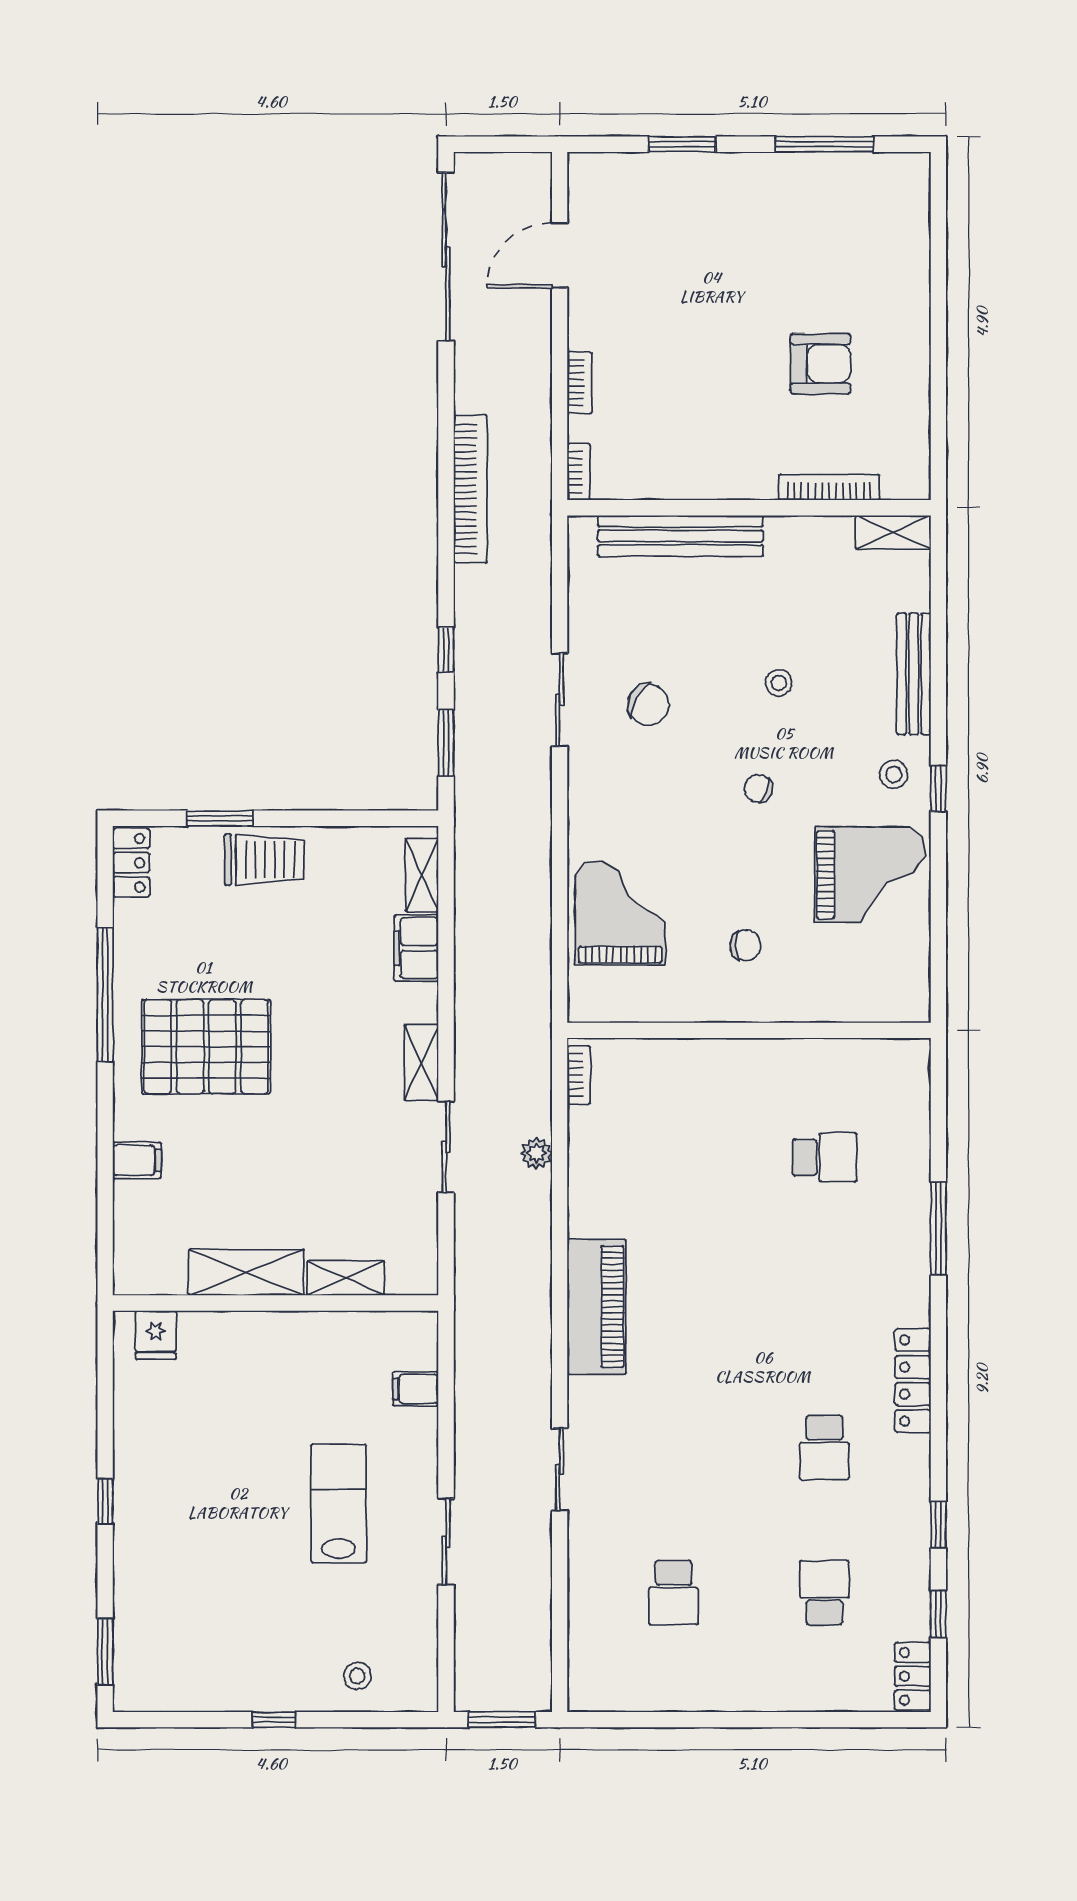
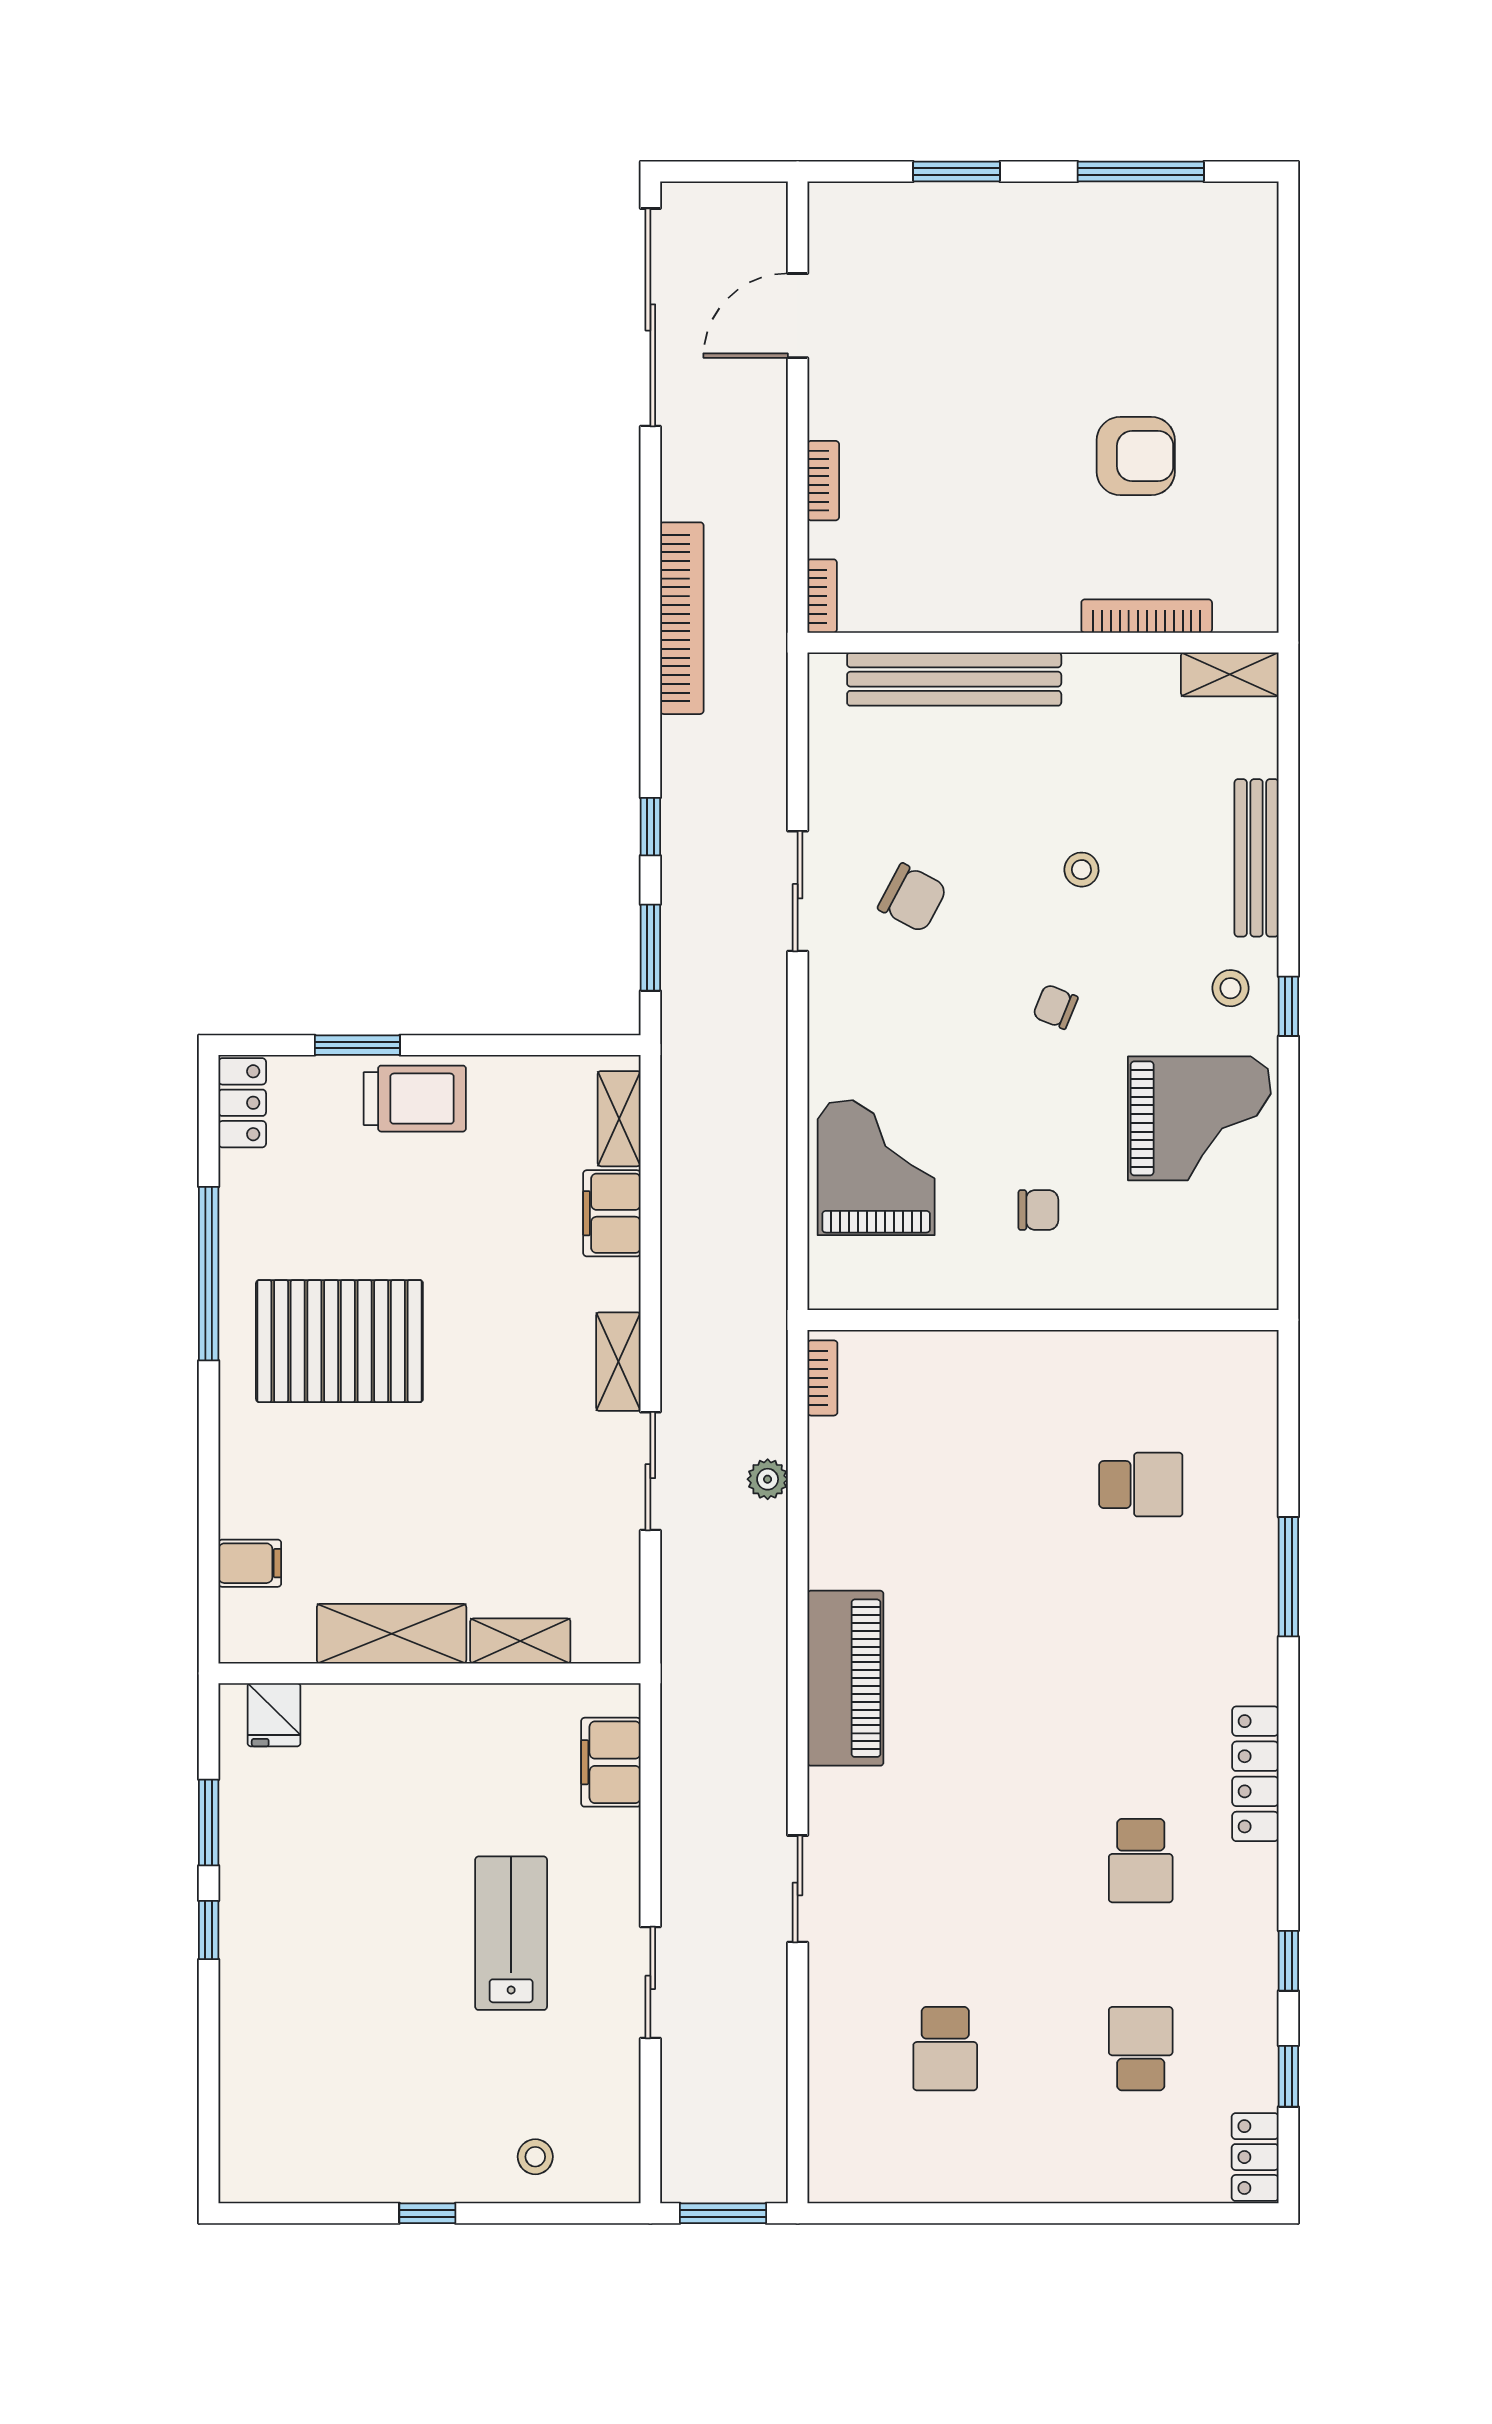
filing cabinet: (137, 1160) -> (250, 1563), moved
filing cabinet: (416, 1389) -> (611, 1762), width x2.00
window: (105, 1652) -> (209, 1823), moved

